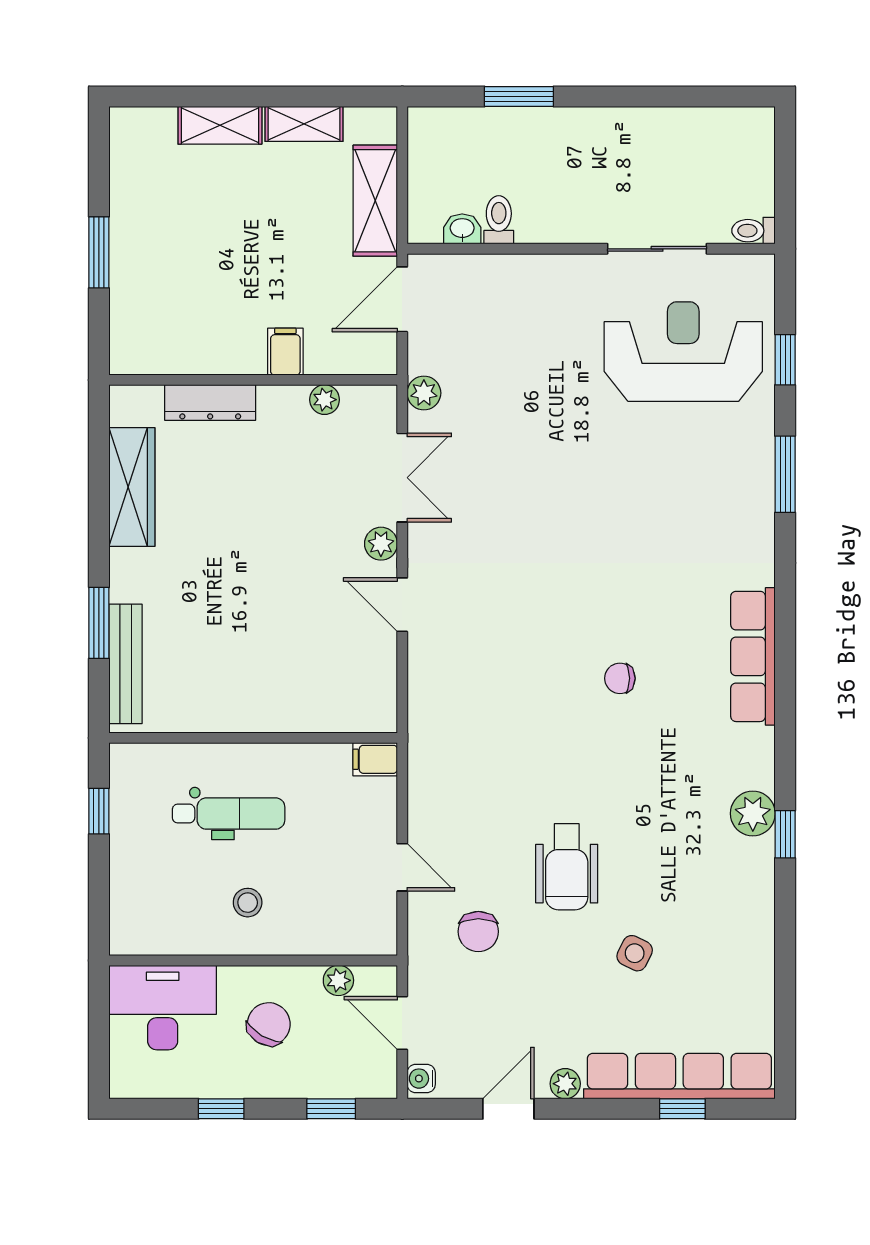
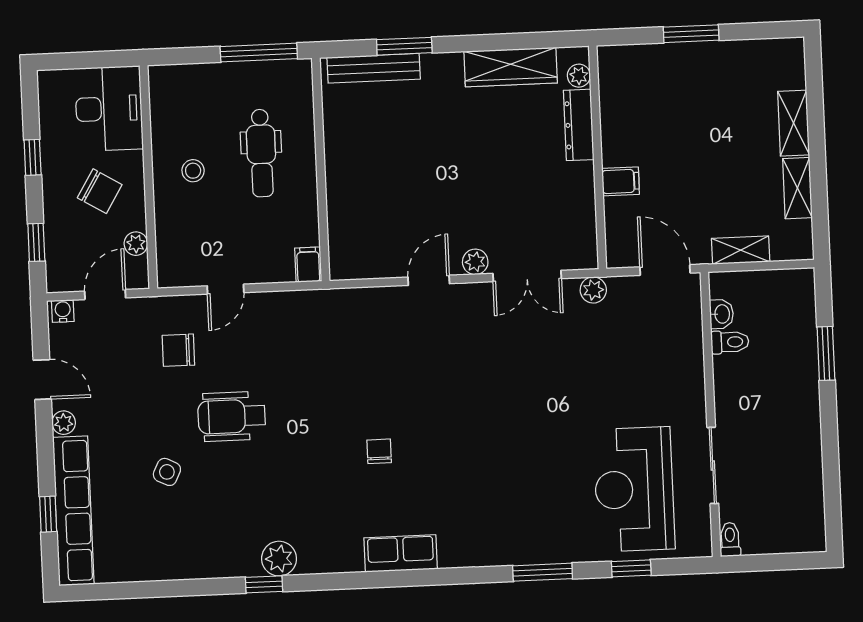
shelving: (375, 201) -> (741, 250), width x0.67, depth x0.75
reception desk: (683, 352) -> (634, 489), turned 180
plant: (325, 400) -> (579, 76), moved
row of seats: (753, 656) -> (401, 553), width x0.68
window: (99, 811) -> (259, 53), width x2.17

